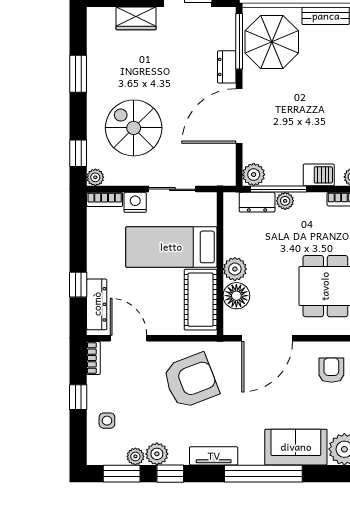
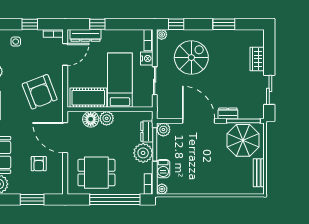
plant: (285, 201) -> (143, 153), width x1.87, depth x1.87
armchair: (331, 370) -> (39, 164), moved, turned 90

